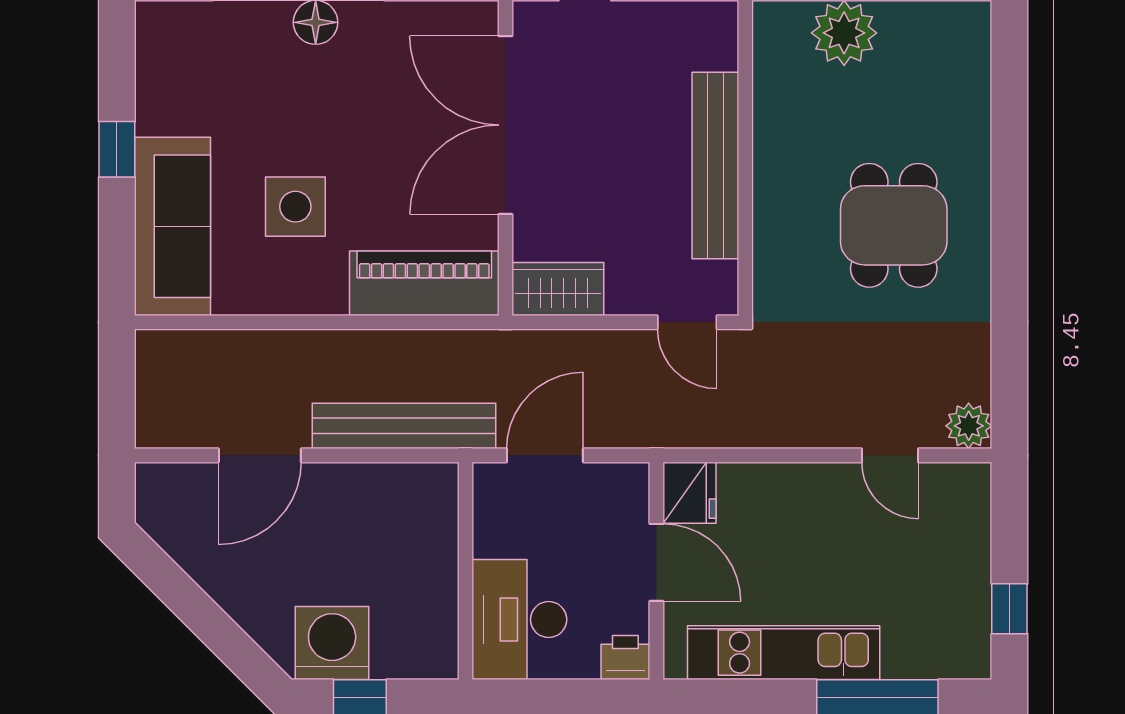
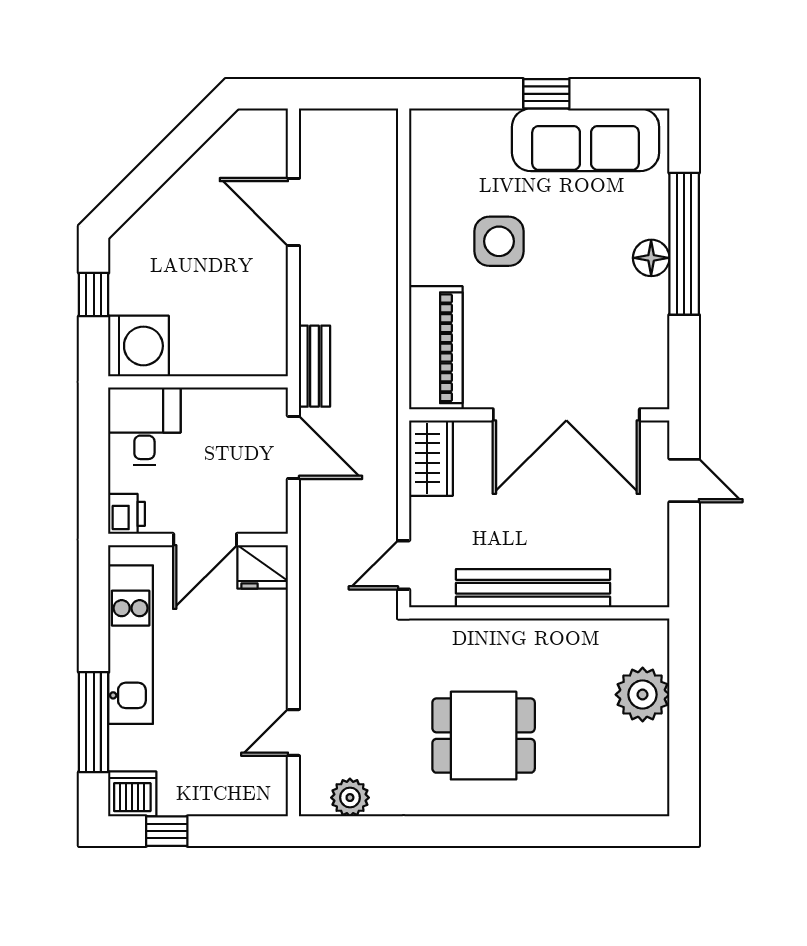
double door: (505, 125) -> (566, 415), swing flipped
sofa: (173, 226) -> (586, 140), moved
bench: (404, 426) -> (314, 366), width x0.54, depth x0.82
plant: (969, 426) -> (350, 798), moved
desk: (519, 620) -> (144, 426), width x0.73
washing machine: (332, 643) -> (139, 346), moved
dishwasher: (964, 651) -> (132, 794), added

